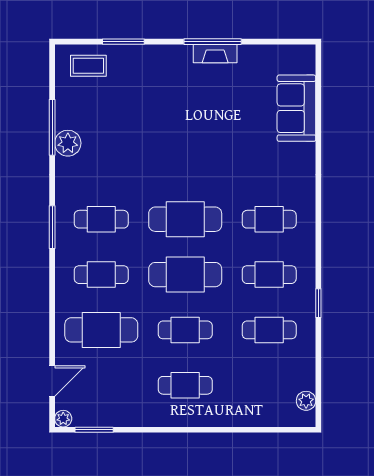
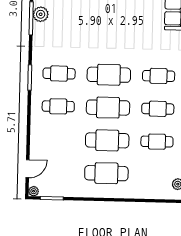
plant: (68, 143) -> (41, 14), moved
cafe table: (101, 330) -> (57, 139), removed
cafe table: (185, 330) -> (107, 140), width x1.37, depth x1.35
cafe table: (185, 385) -> (106, 173), width x1.37, depth x1.35

